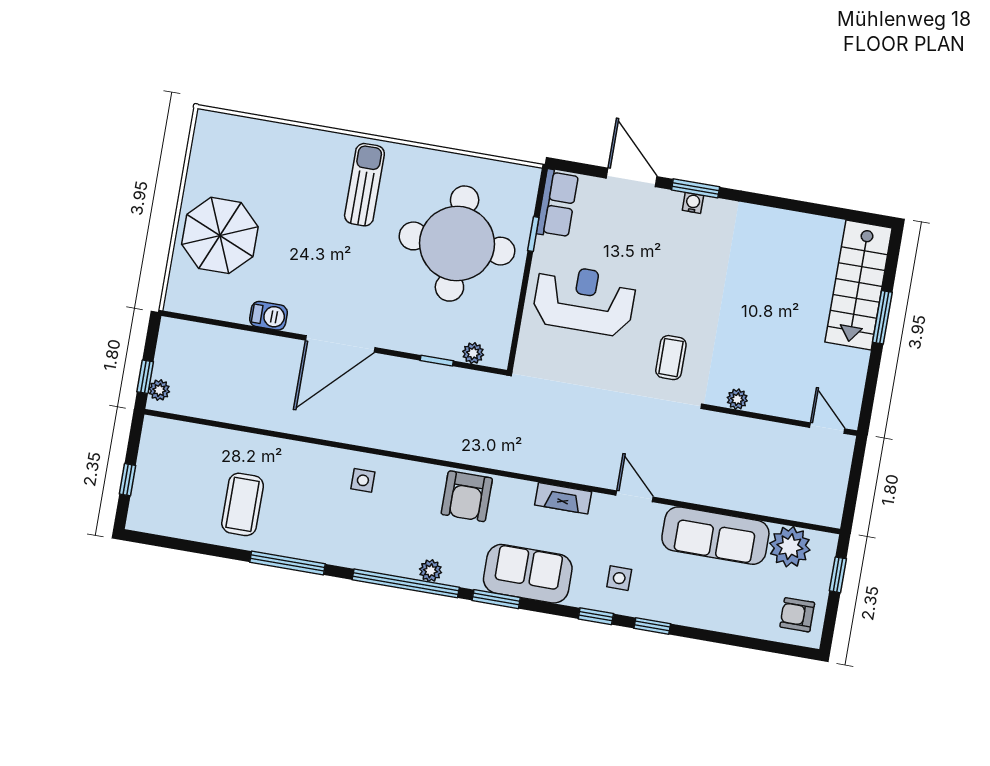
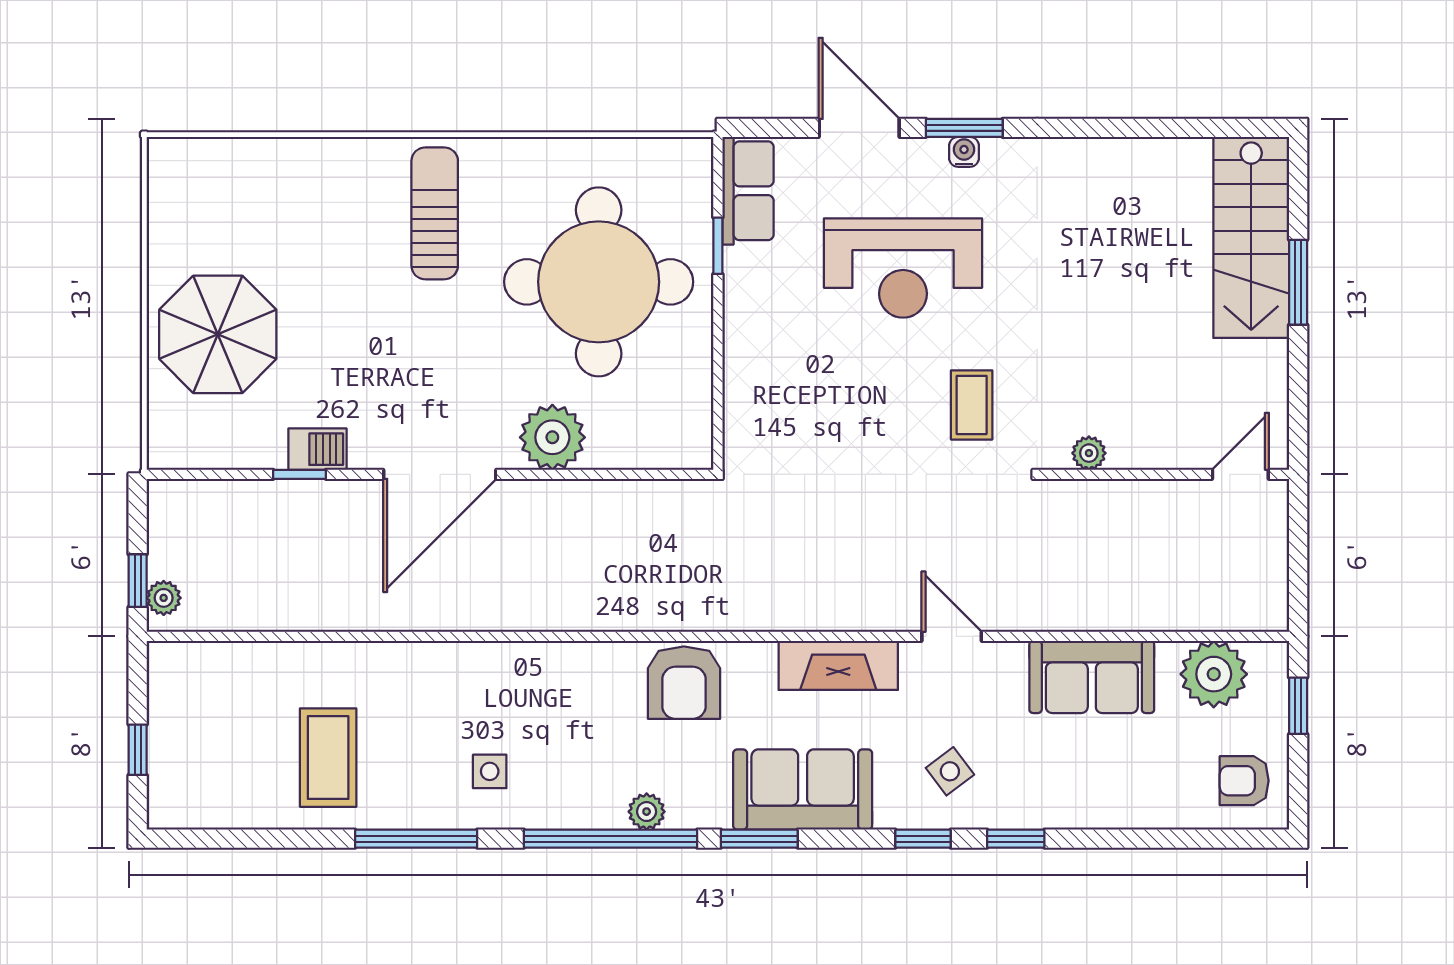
reception desk: (584, 300) -> (903, 268), moved, turned 180
plant: (473, 353) -> (552, 437), moved, width x1.88, depth x1.88
window: (437, 361) -> (300, 474), moved
door: (827, 428) -> (1240, 474), hinge flipped
side table: (363, 480) -> (490, 771), moved
fireplace: (563, 498) -> (838, 665), width x1.37, depth x1.32
sofa: (715, 536) -> (1092, 677), width x0.73
side table: (619, 578) -> (950, 771), turned -37

